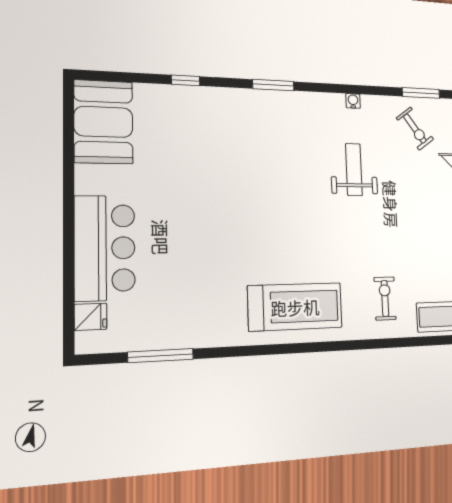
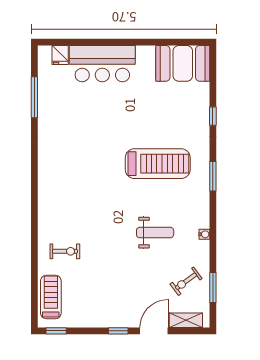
treadmill: (295, 307) -> (158, 164), moved, turned -90

